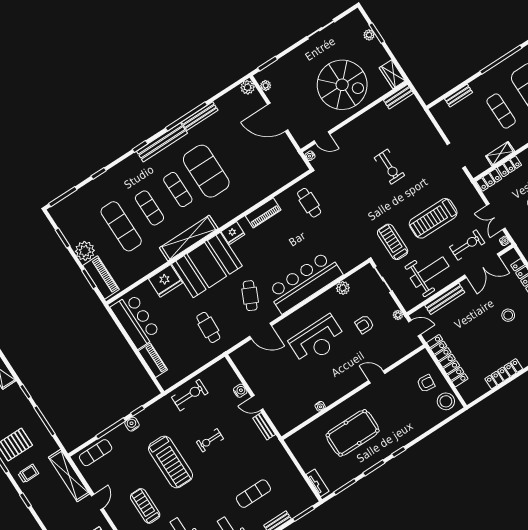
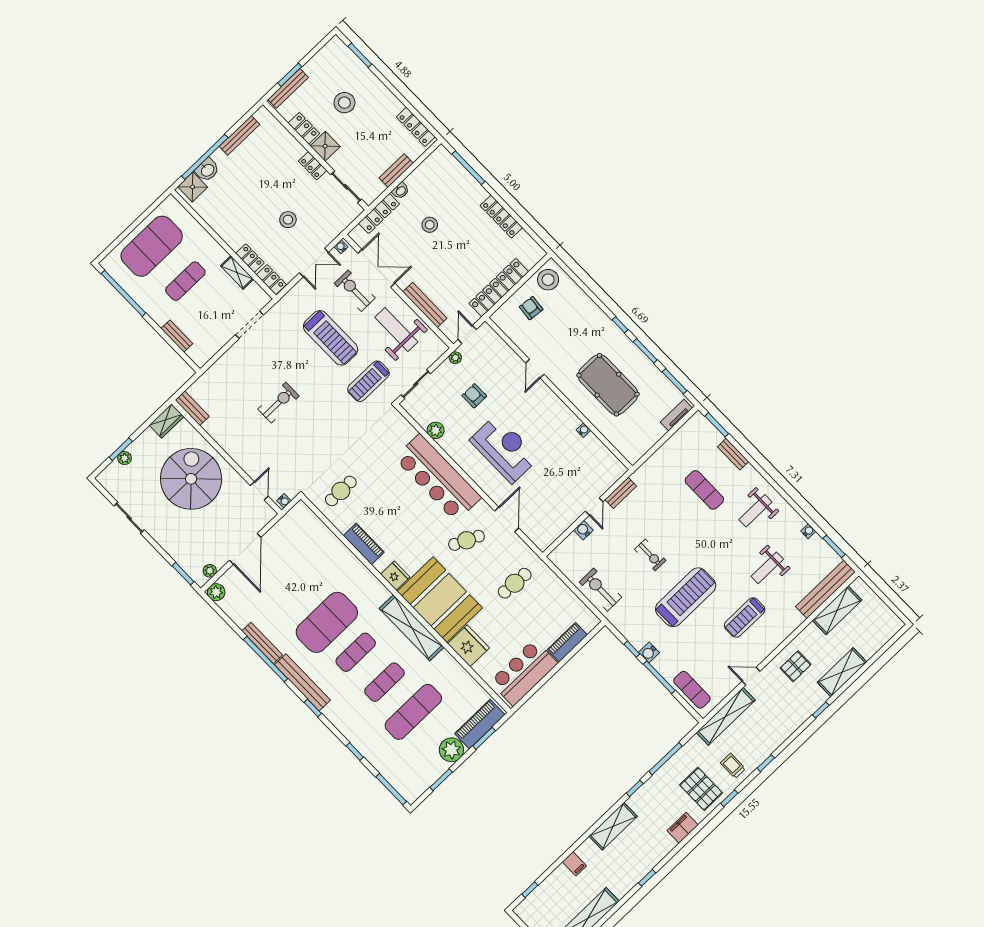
armchair: (364, 324) -> (474, 396), turned 180

